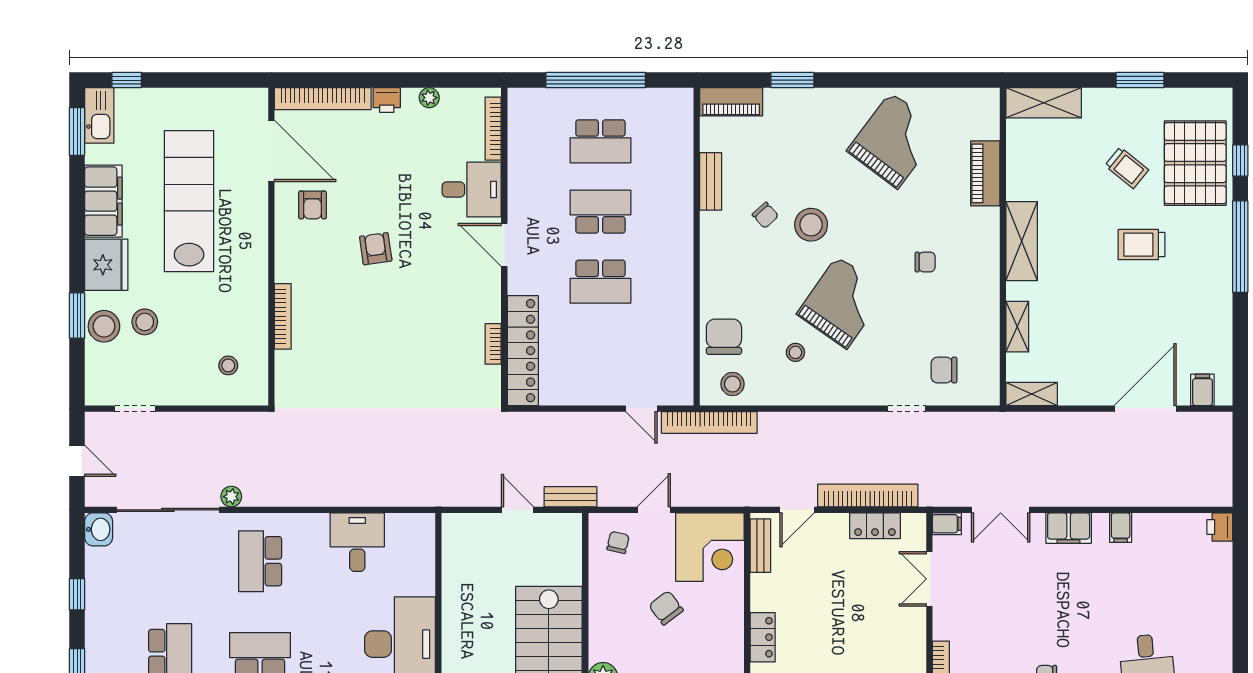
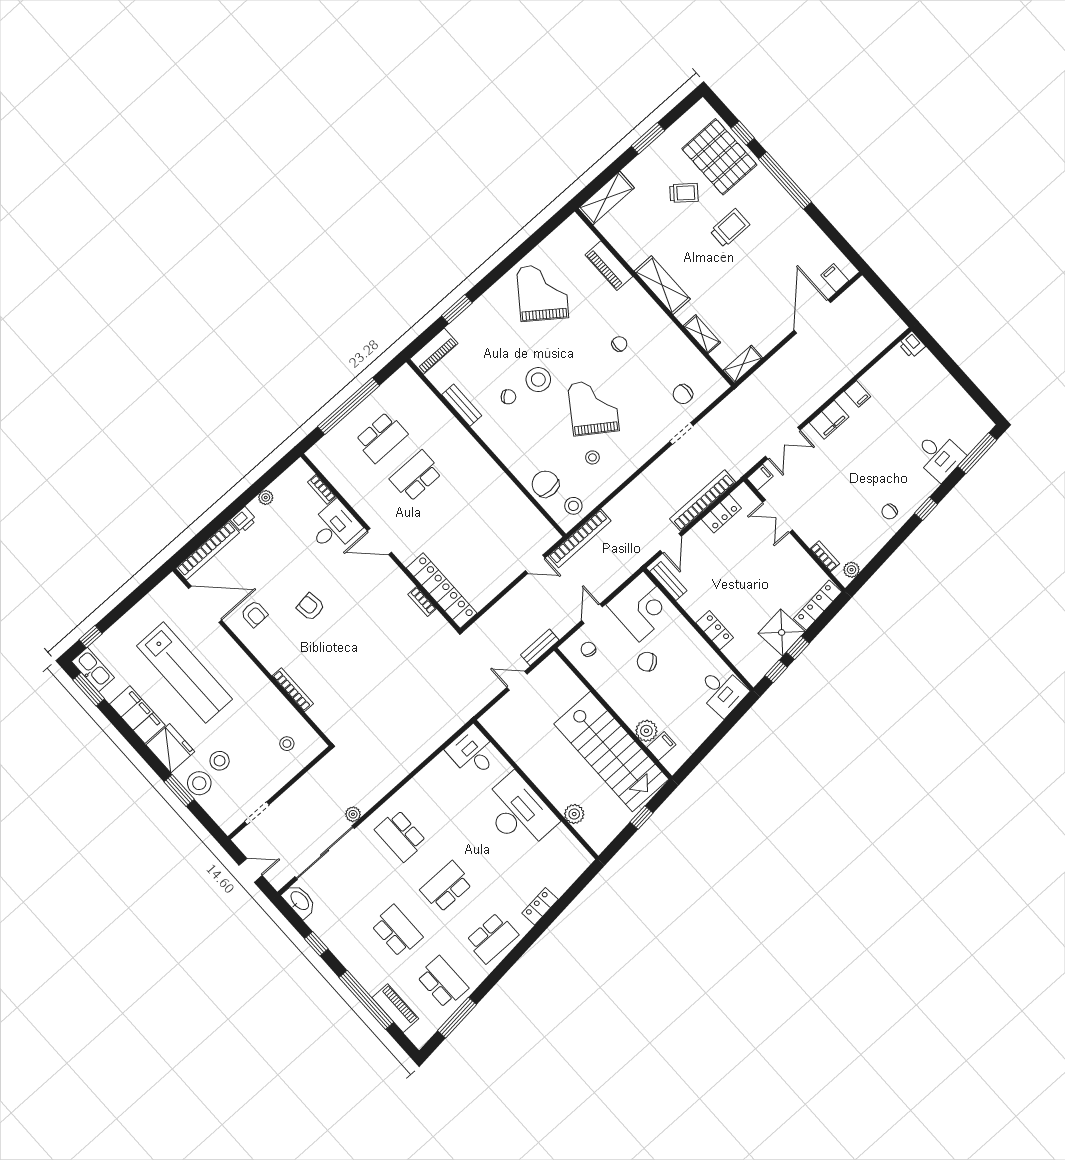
bookcase: (493, 129) -> (322, 489), width x0.64
lab bench: (189, 201) -> (184, 672), turned 180
trolley: (1142, 245) -> (730, 228), turned 180
school desk: (600, 282) -> (450, 515), removed
washbasin: (99, 529) -> (299, 901), width x1.38
desk: (357, 542) -> (473, 752), moved

